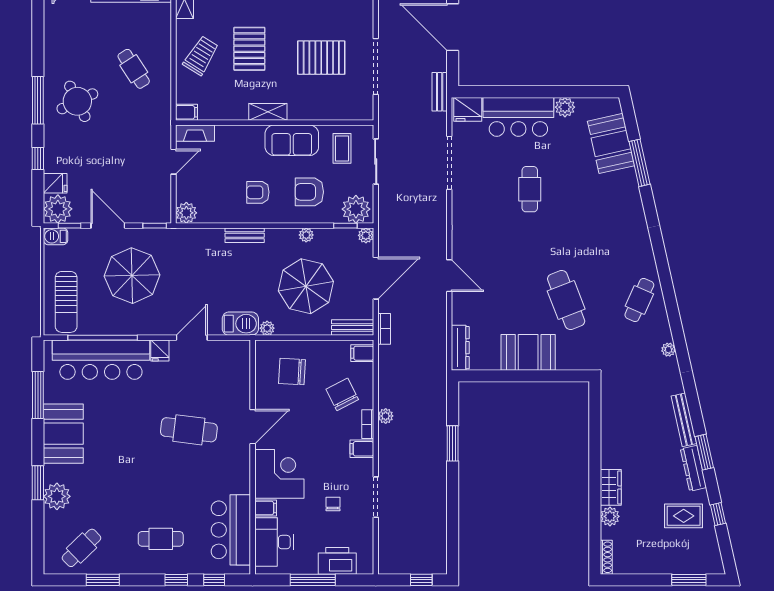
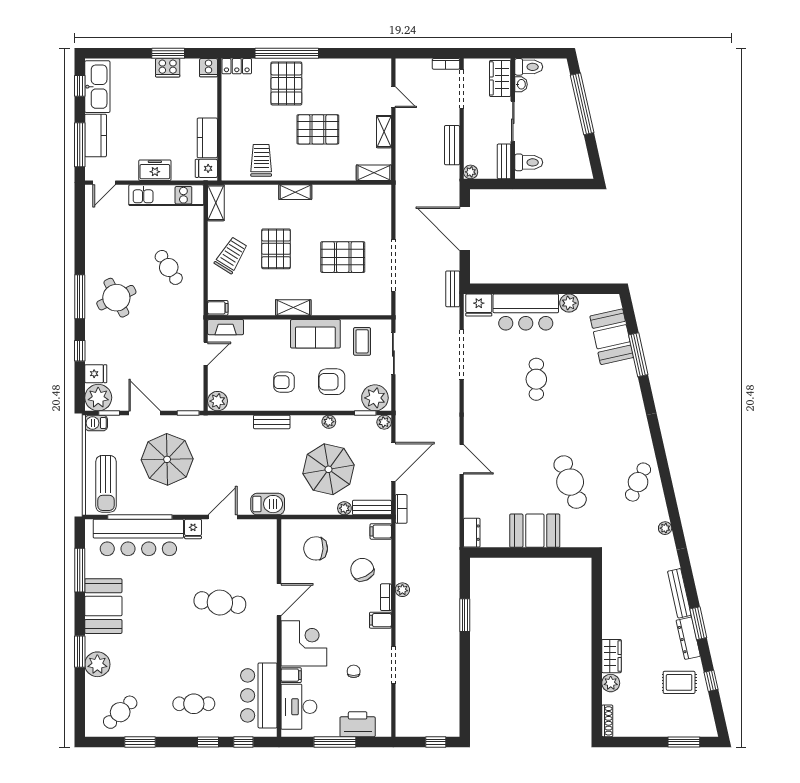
plant: (267, 328) -> (344, 508), moved
dresser: (460, 348) -> (472, 533), width x0.70

